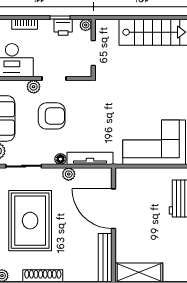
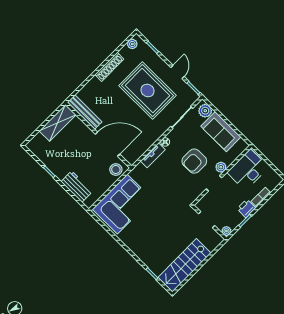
printer: (63, 27) -> (246, 208), moved
tv unit: (90, 158) -> (153, 155), width x0.71
plant: (69, 174) -> (152, 138), removed
stool: (129, 179) -> (116, 170), added

